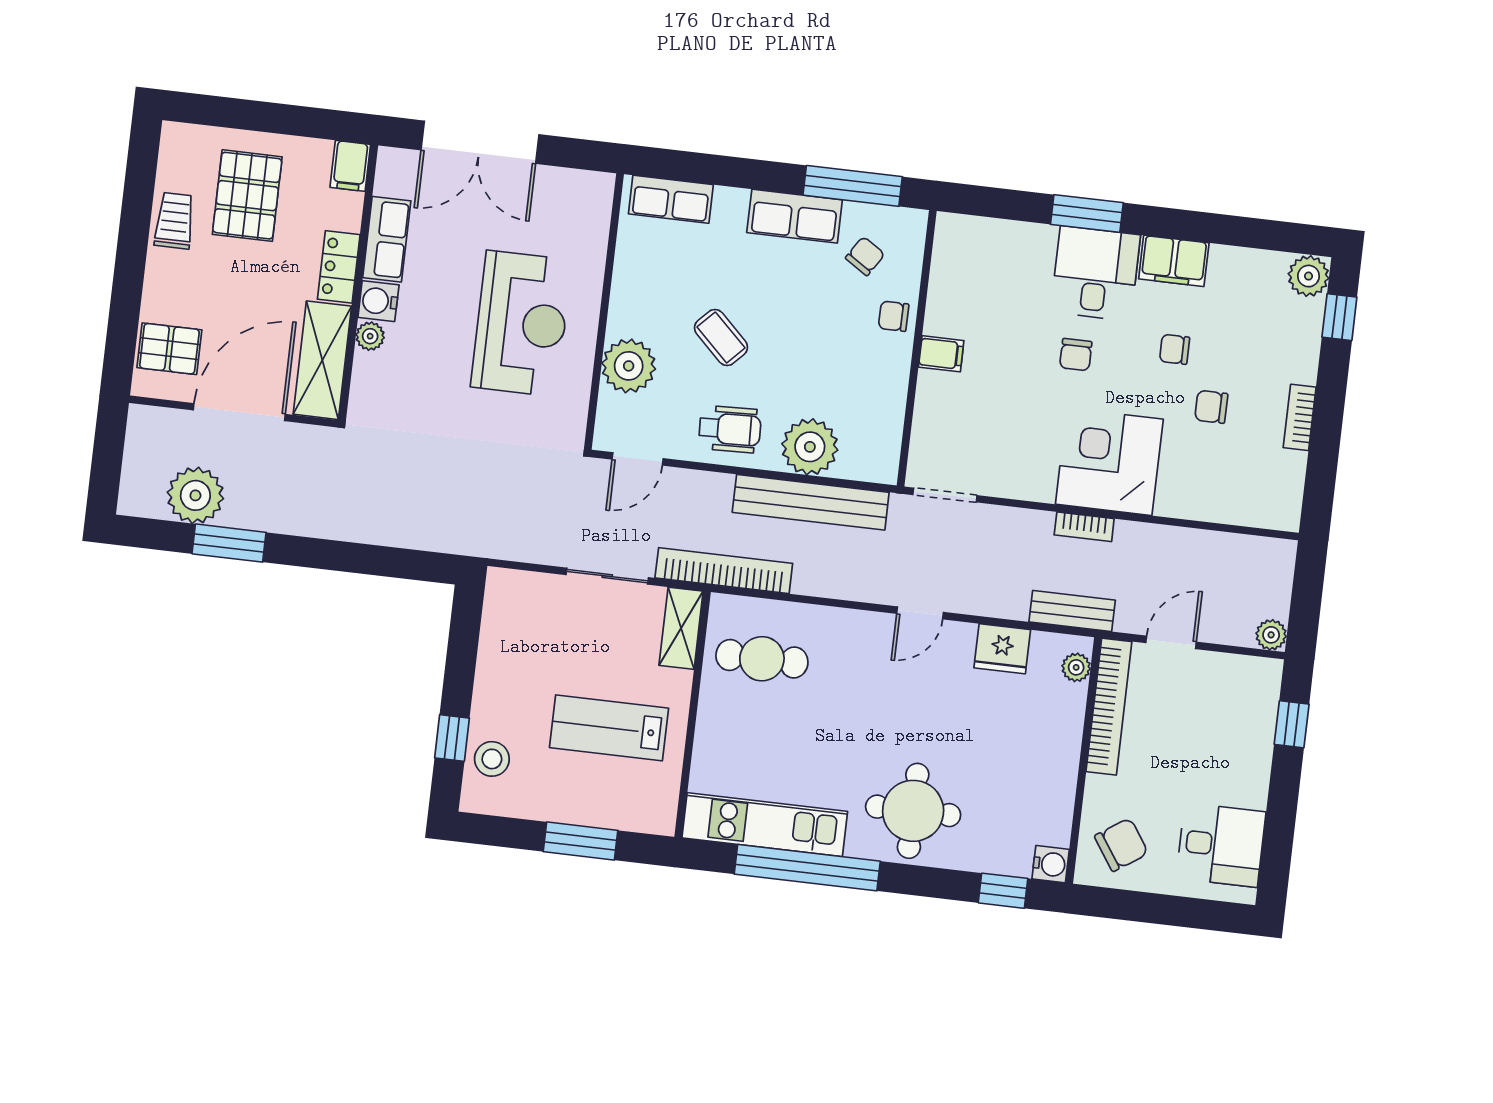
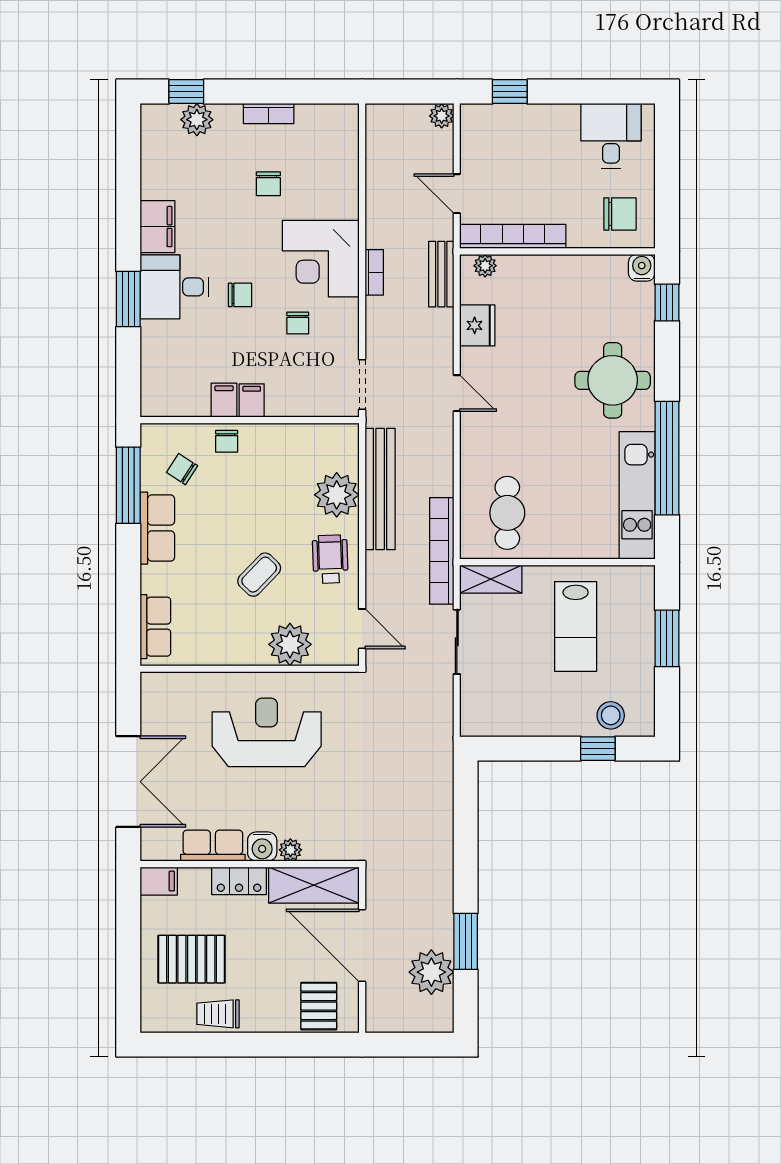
plant: (1308, 276) -> (197, 120), moved
filing cabinet: (946, 319) -> (224, 400), added
chair: (1175, 349) -> (298, 323), moved
chair: (1121, 845) -> (620, 214), turned 124

